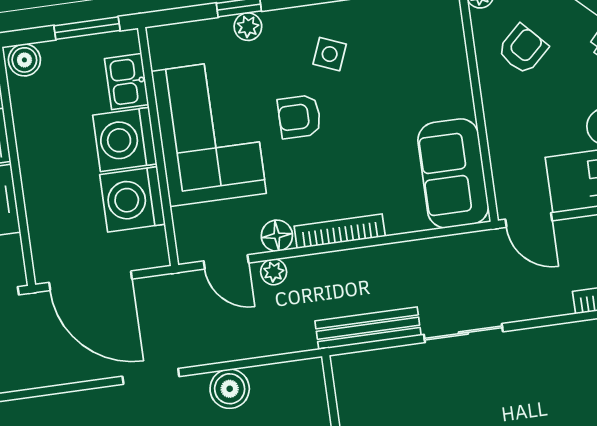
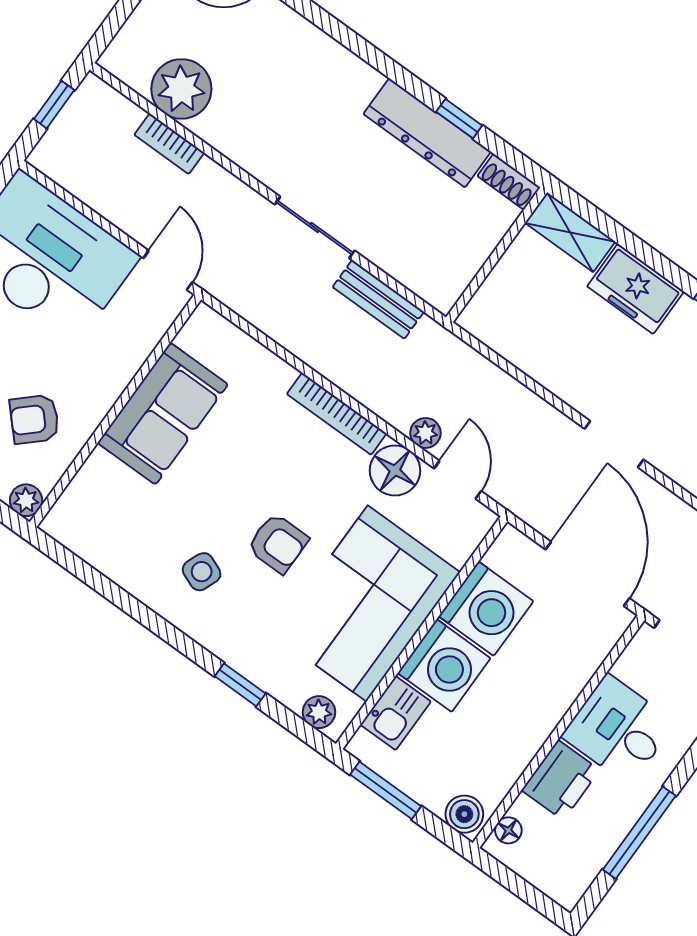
plant: (248, 27) -> (319, 712), moved
sofa: (453, 173) -> (163, 414), moved
floor lamp: (277, 236) -> (395, 470), width x1.38, depth x1.38
bench: (368, 328) -> (378, 299), width x0.73
boiler: (230, 389) -> (557, 370), removed

